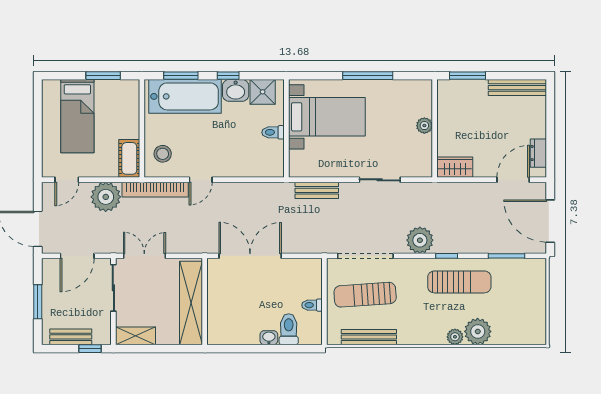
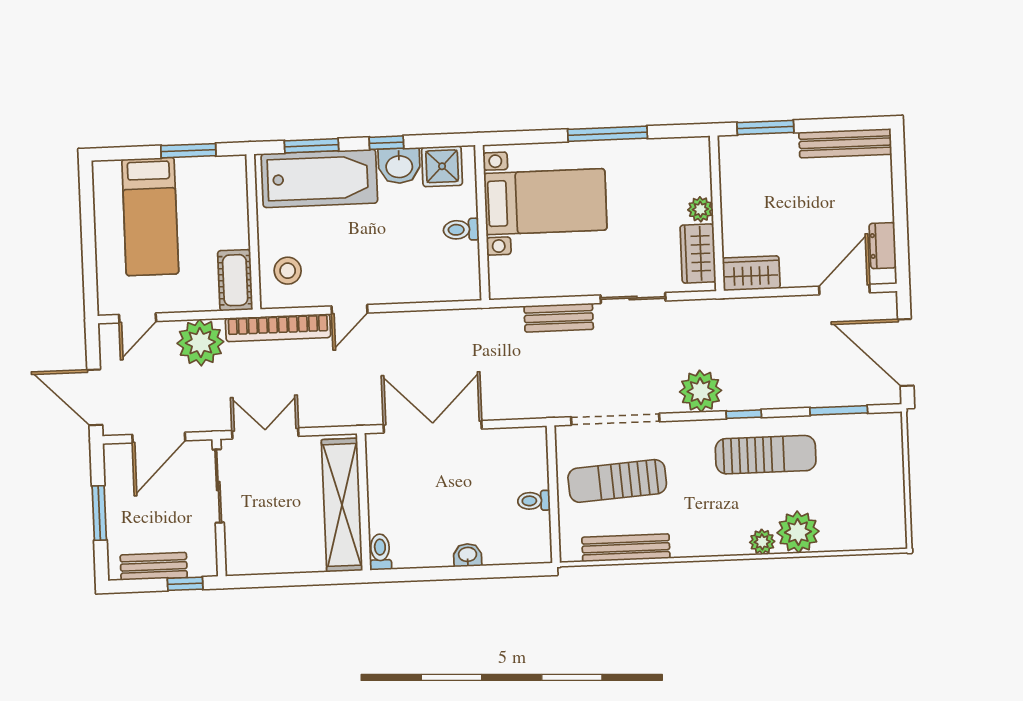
wardrobe: (422, 153) -> (698, 254), added
bench: (317, 190) -> (559, 318), moved
toilet: (289, 329) -> (380, 552), moved, width x0.73, depth x0.72
shelving: (136, 336) -> (256, 561), removed

